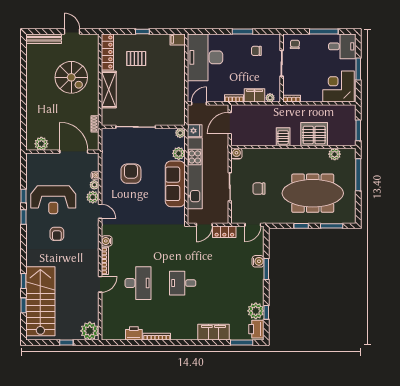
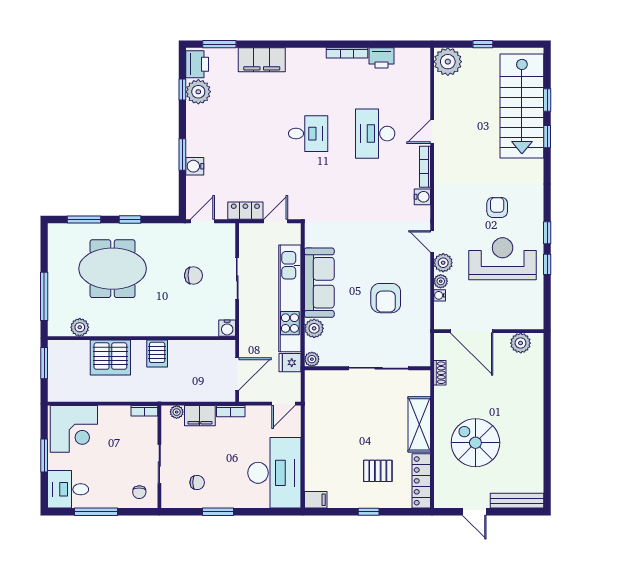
meeting table: (313, 193) -> (113, 269), width x0.73

